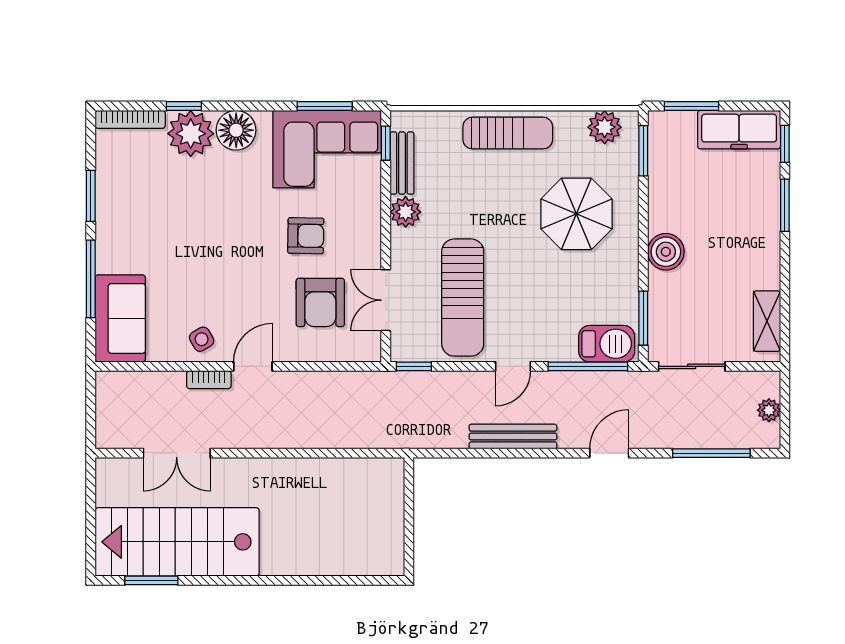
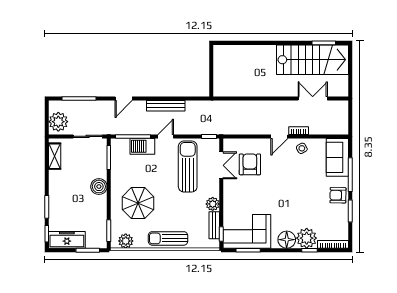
armchair: (306, 236) -> (338, 195), moved
barbecue: (607, 344) -> (142, 146), moved
plant: (769, 410) -> (58, 122), width x1.87, depth x1.87

